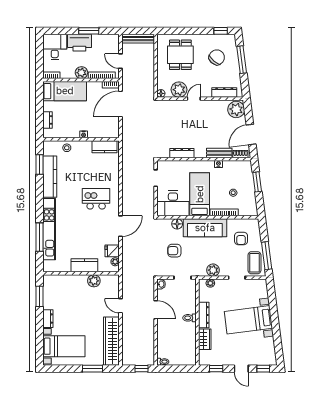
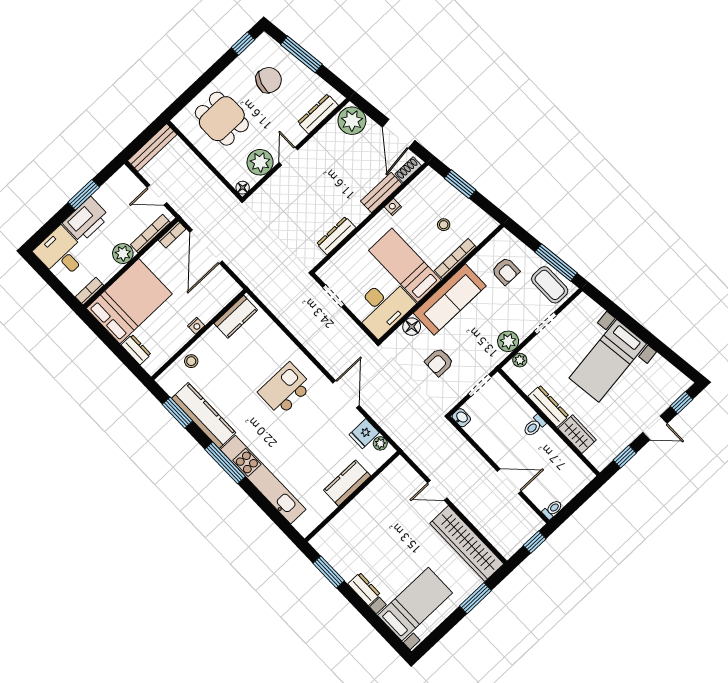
chair: (217, 57) -> (269, 80), turned 67
bed: (65, 91) -> (129, 301), width x1.50
window: (39, 237) -> (225, 463), moved
plant: (94, 281) -> (376, 491), removed
door: (156, 310) -> (509, 481), moved

